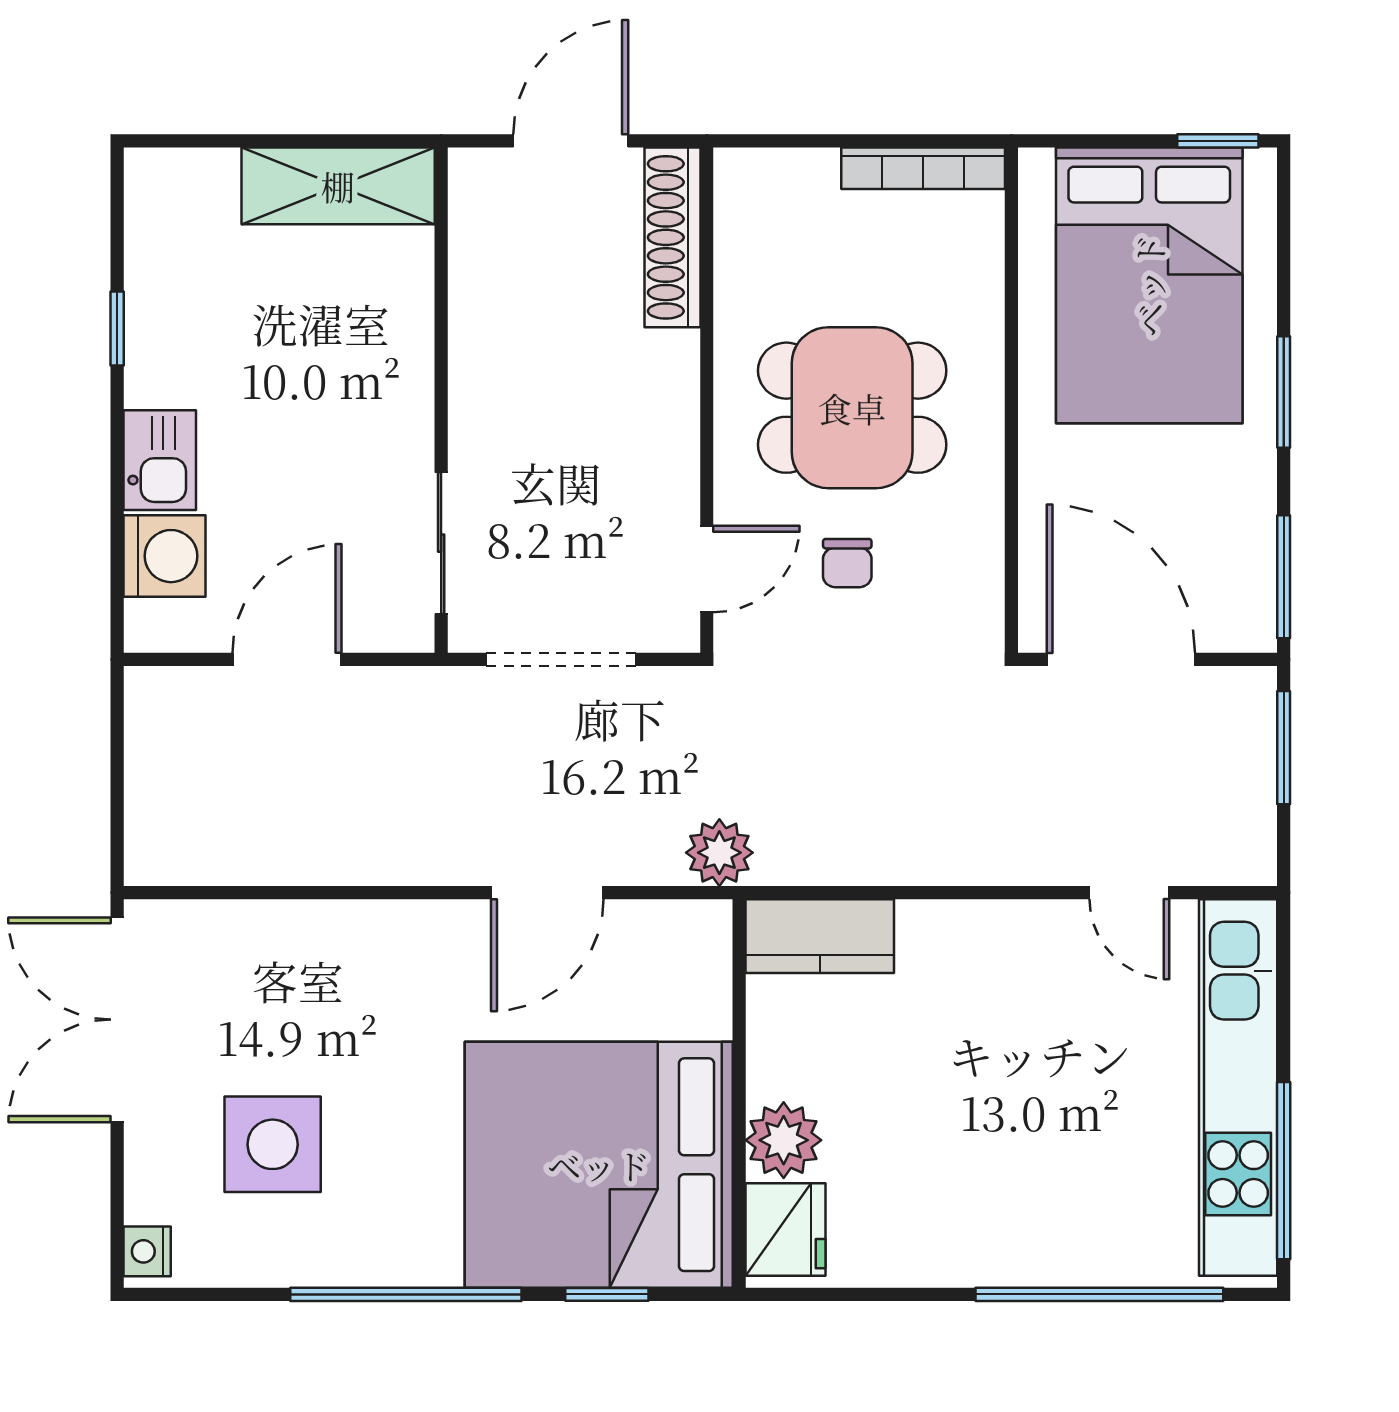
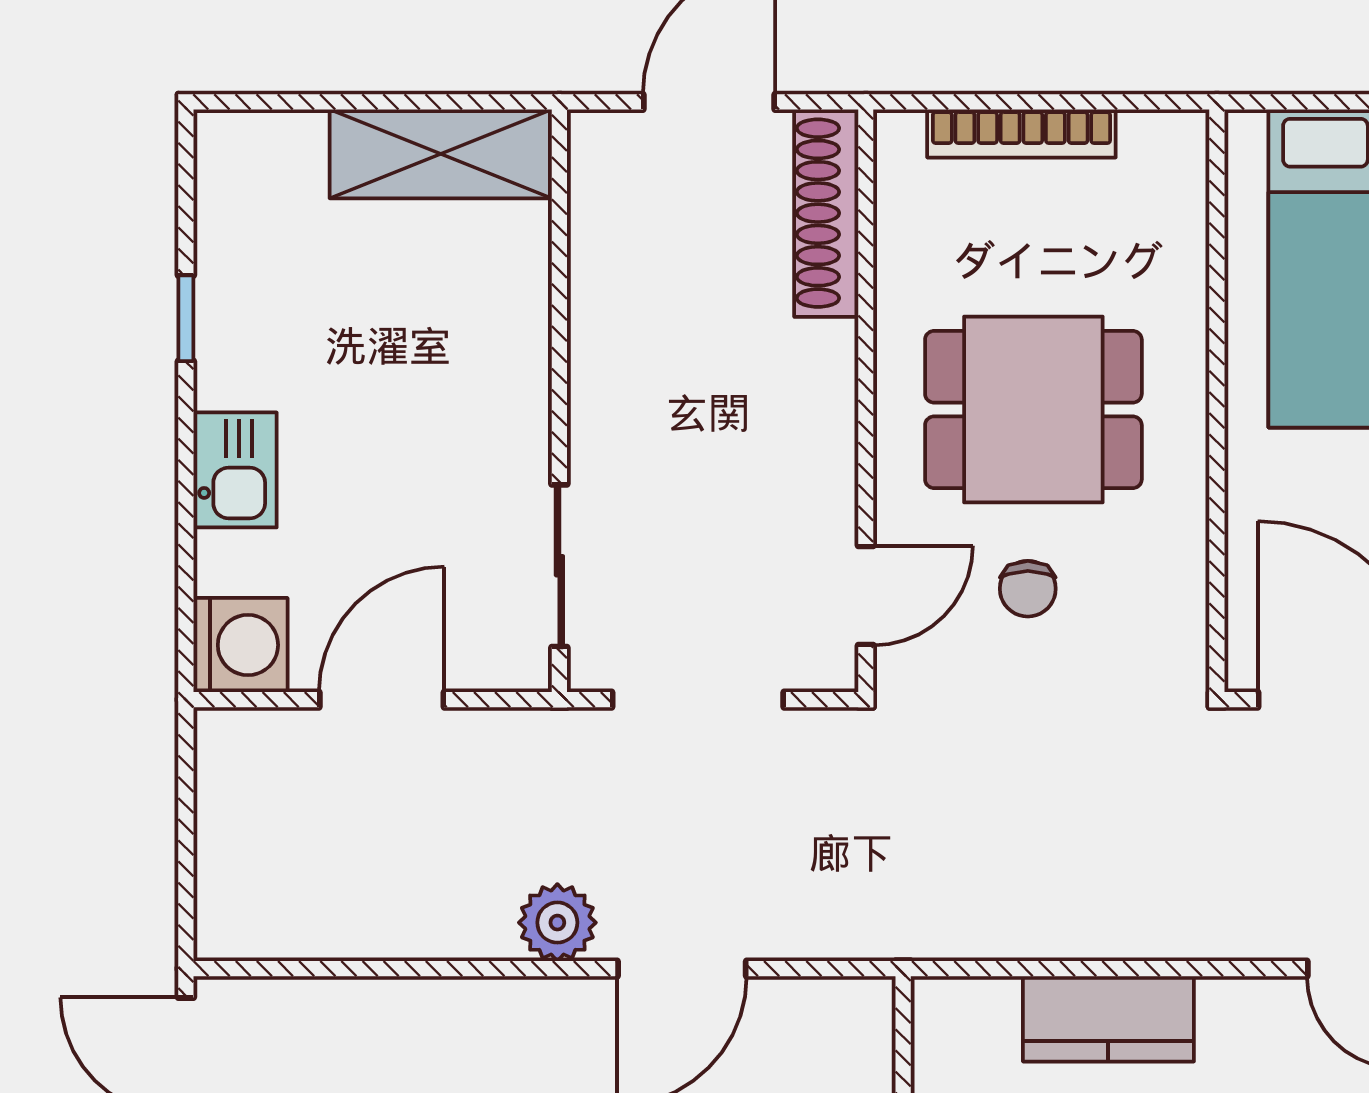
bookcase: (923, 168) -> (1021, 133), moved
washing machine: (164, 556) -> (240, 645), moved
plant: (719, 853) -> (557, 923), moved
kitchen counter: (820, 936) -> (1108, 1019), moved

